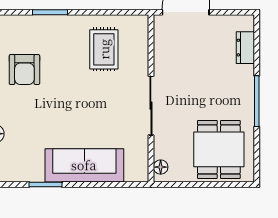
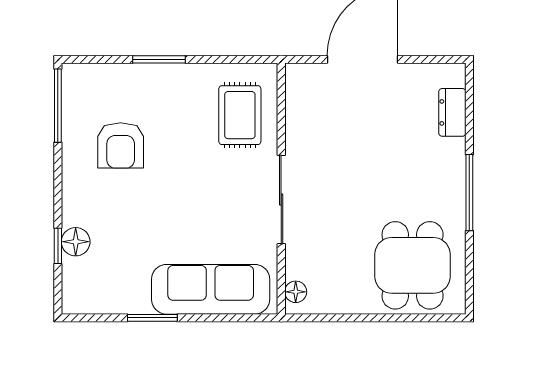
wall: (151, 98) -> (281, 189), moved
sliding door: (151, 106) -> (281, 199), moved
floor lamp: (161, 167) -> (296, 292), moved

